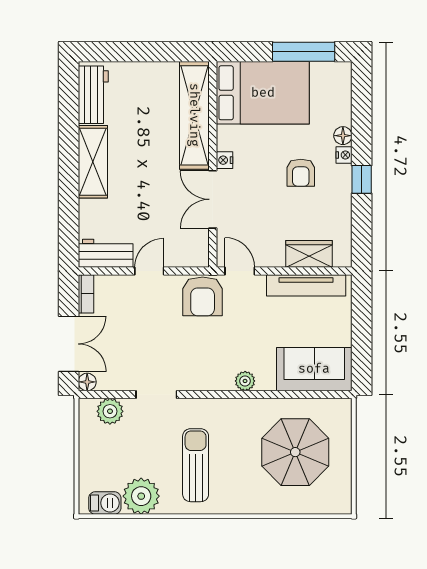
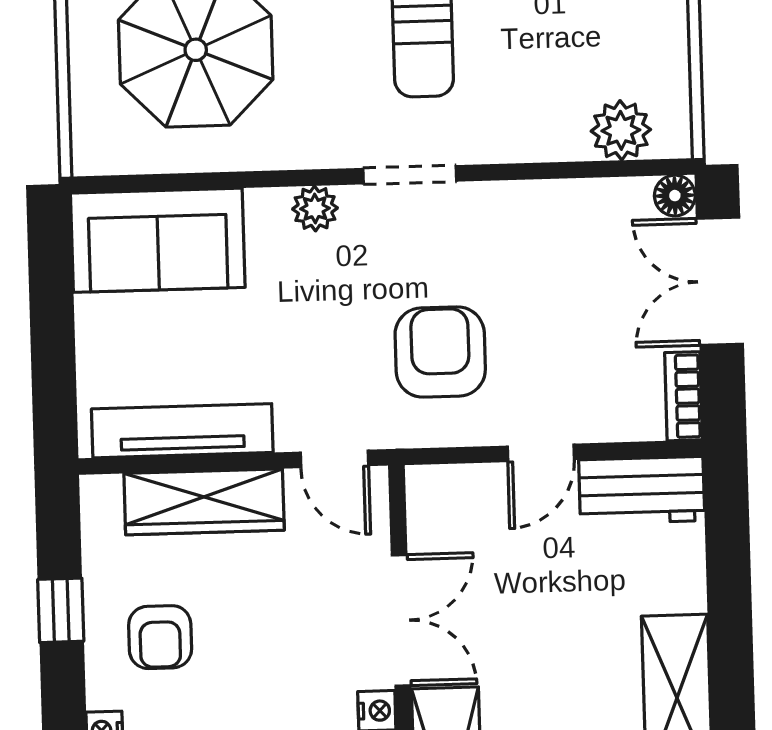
armchair: (301, 173) -> (160, 637), moved, turned 180
window: (362, 179) -> (61, 610), moved
wardrobe: (309, 254) -> (204, 502), width x1.50
armchair: (203, 296) -> (440, 352), moved
doorway: (156, 395) -> (410, 175), moved

